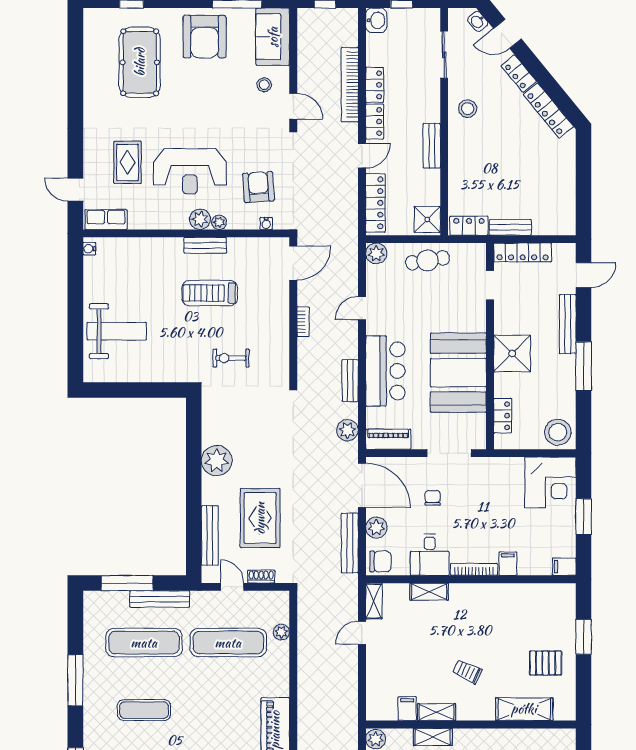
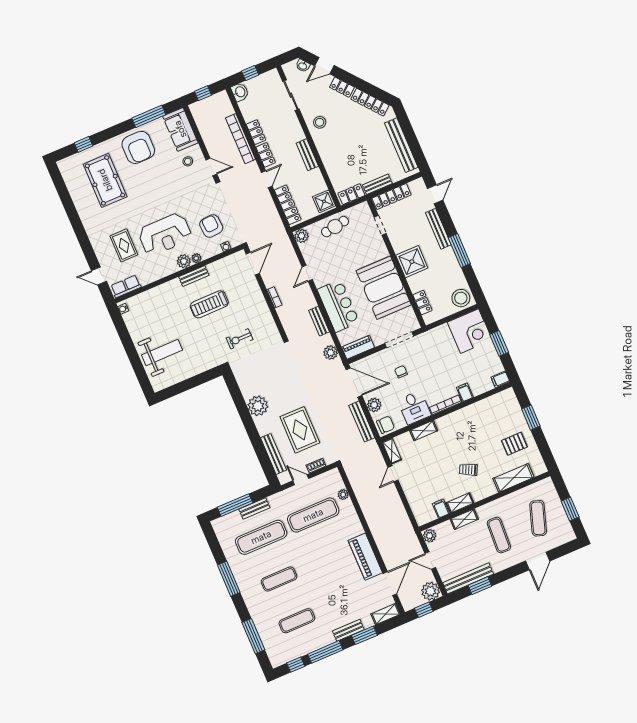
bench: (566, 188) -> (401, 145), added
bench: (160, 599) -> (254, 508), width x0.73

